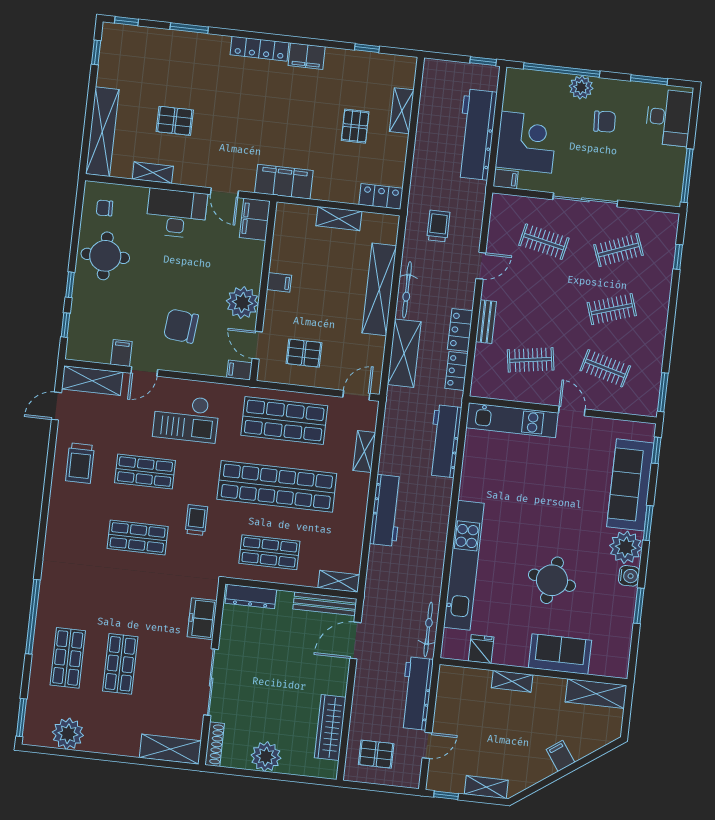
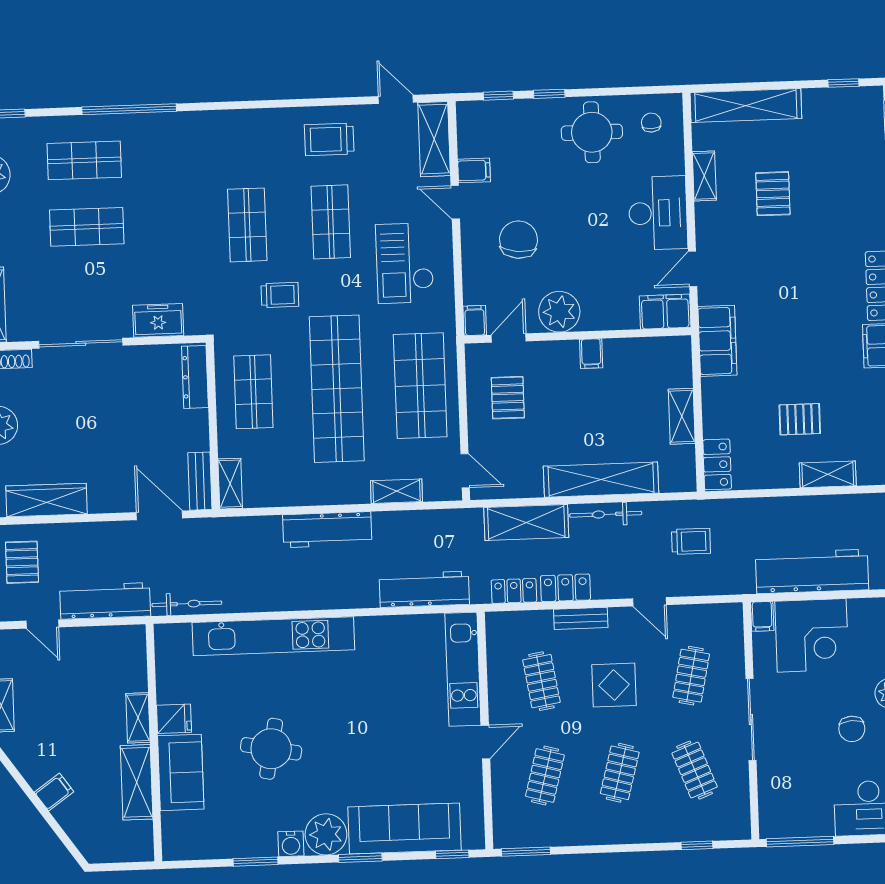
display table: (542, 303) -> (614, 685), added
clothes rail: (612, 309) -> (620, 773), turned 33
bench: (325, 604) -> (200, 481), width x0.73
fridge: (481, 649) -> (174, 719), moved
shelving: (596, 694) -> (137, 782), moved

